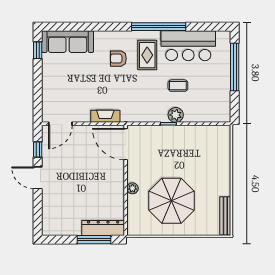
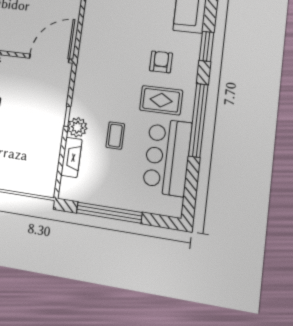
window: (103, 27) -> (207, 46), added
window: (235, 67) -> (109, 213), moved
fireplace: (105, 116) -> (71, 157), moved

